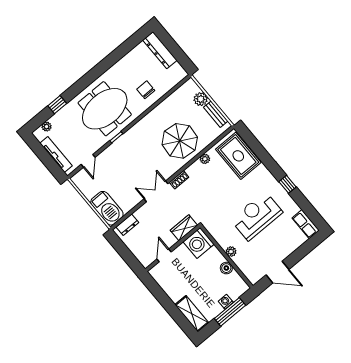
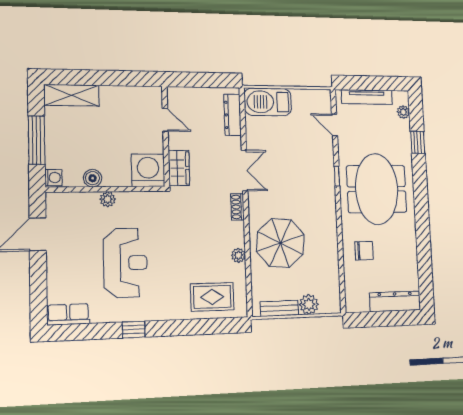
rug: (238, 156) -> (212, 297), width x0.73, depth x0.70
dresser: (127, 225) -> (232, 115), width x1.44
washing machine: (226, 302) -> (53, 178), moved

